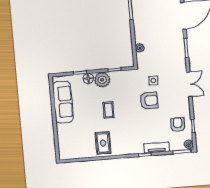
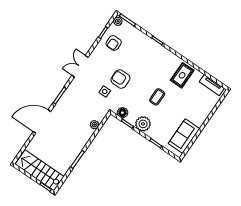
floor lamp: (88, 79) -> (122, 113), moved
sofa: (63, 102) -> (184, 136), width x0.73
tv unit: (156, 148) -> (212, 85), moved

